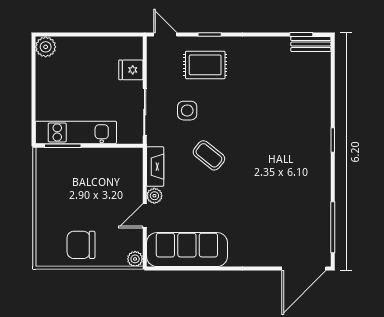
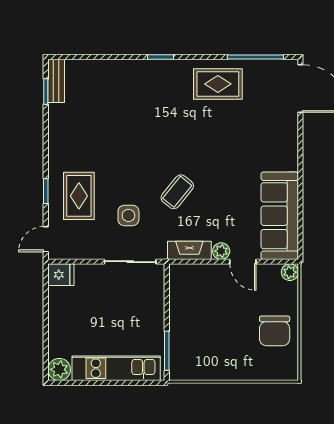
fridge: (131, 70) -> (61, 275), moved, turned -90
kitchen unit: (76, 132) -> (116, 368), moved, turned 90
rug: (308, 193) -> (218, 84), added

